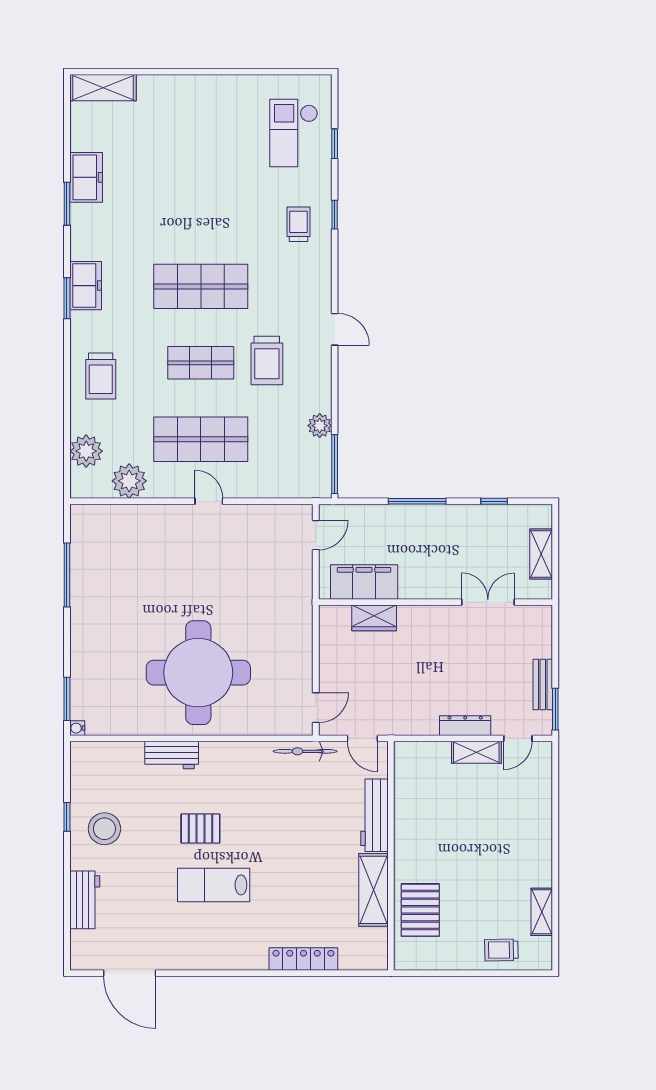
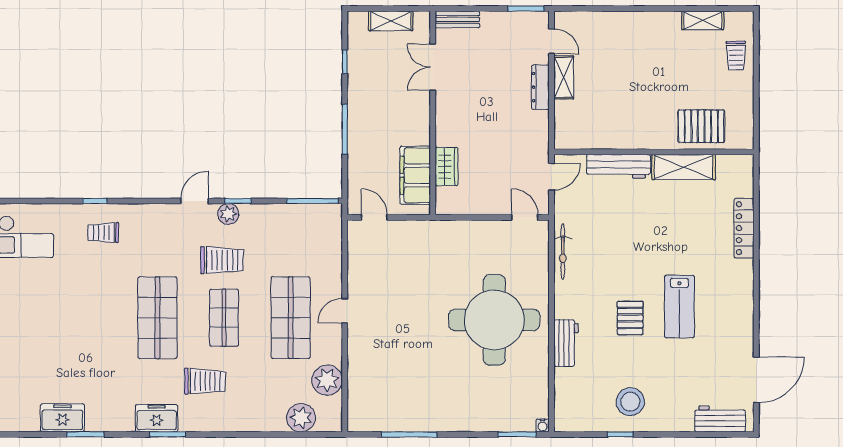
window: (335, 144) -> (238, 201), moved
trolley: (101, 376) -> (205, 381), moved
plant: (320, 426) -> (228, 214), moved
bench: (543, 684) -> (457, 19), moved
bicycle: (305, 751) -> (563, 251), moved
workbench: (85, 900) -> (720, 419), moved

